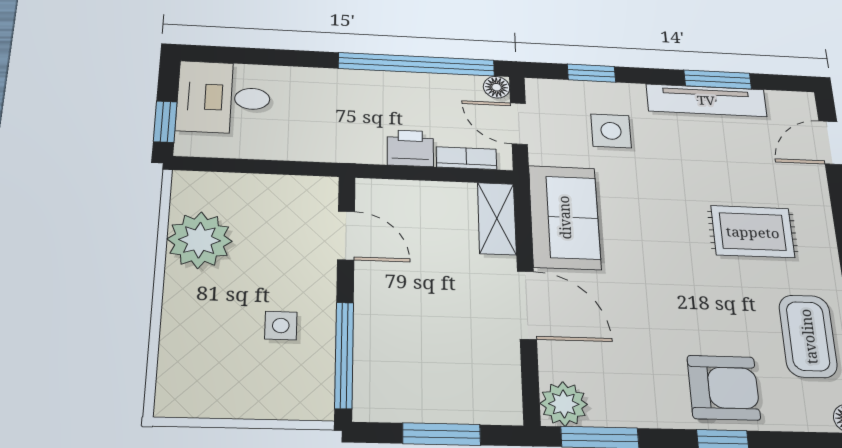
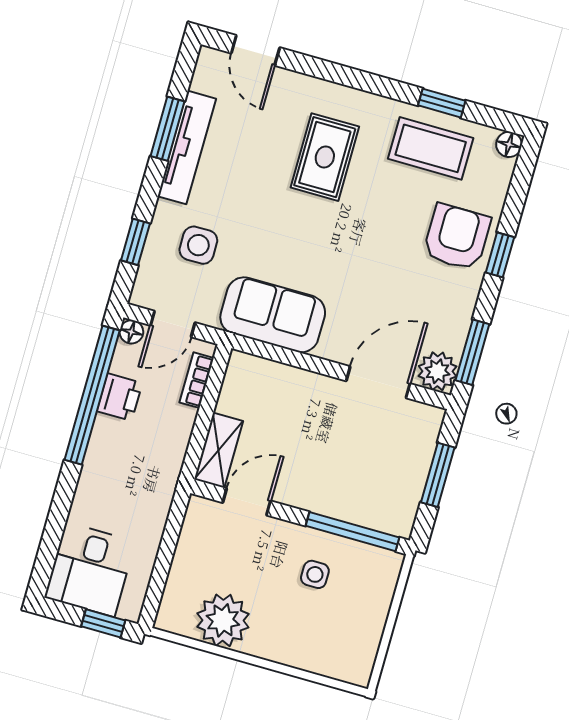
printer: (410, 148) -> (120, 397), moved, turned 180
shelving: (497, 219) -> (219, 450), moved, turned 90
door: (527, 305) -> (378, 382), moved

